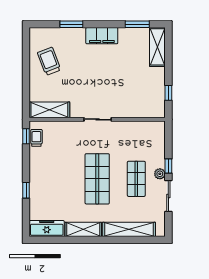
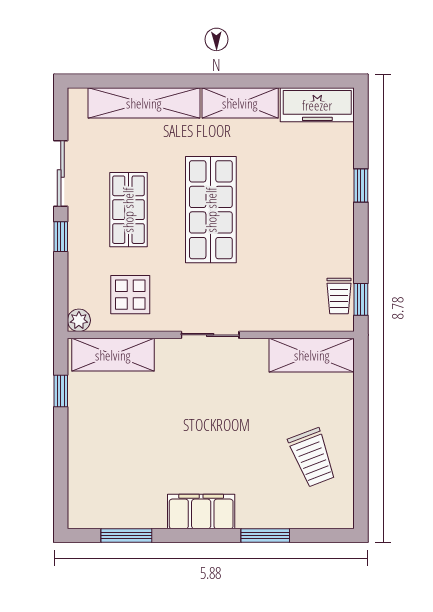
shelving: (157, 47) -> (113, 355), moved, turned 90
display table: (135, 139) -> (130, 295), added
plant: (160, 174) -> (79, 320), moved

